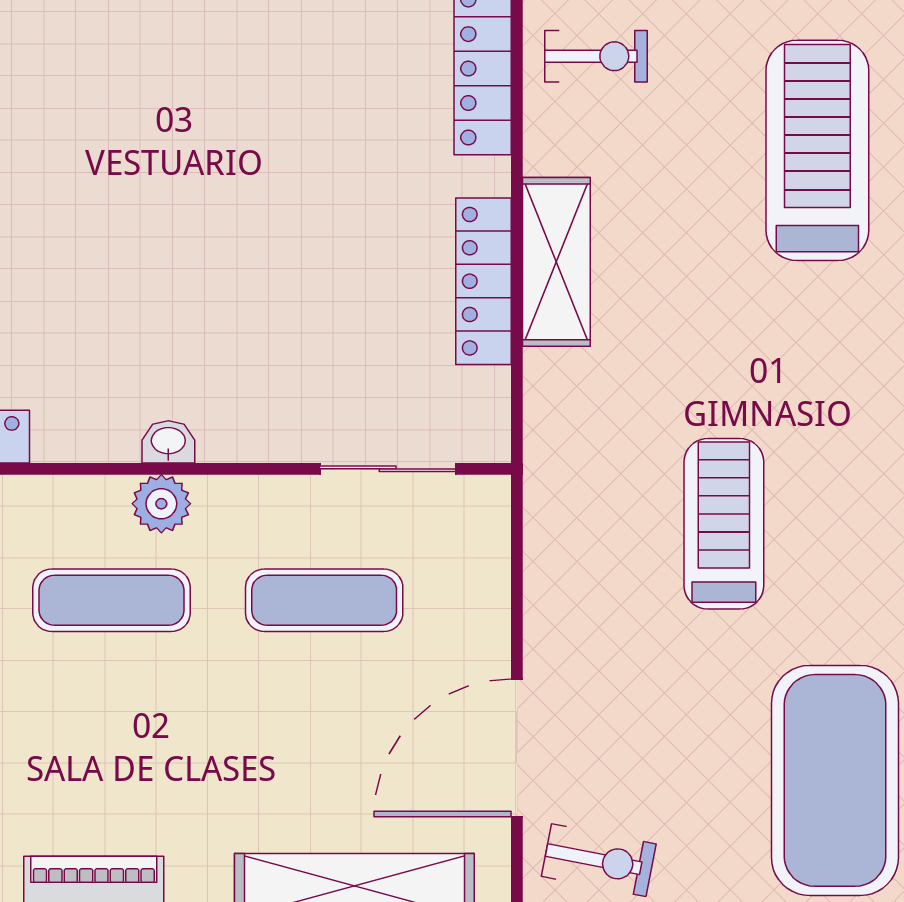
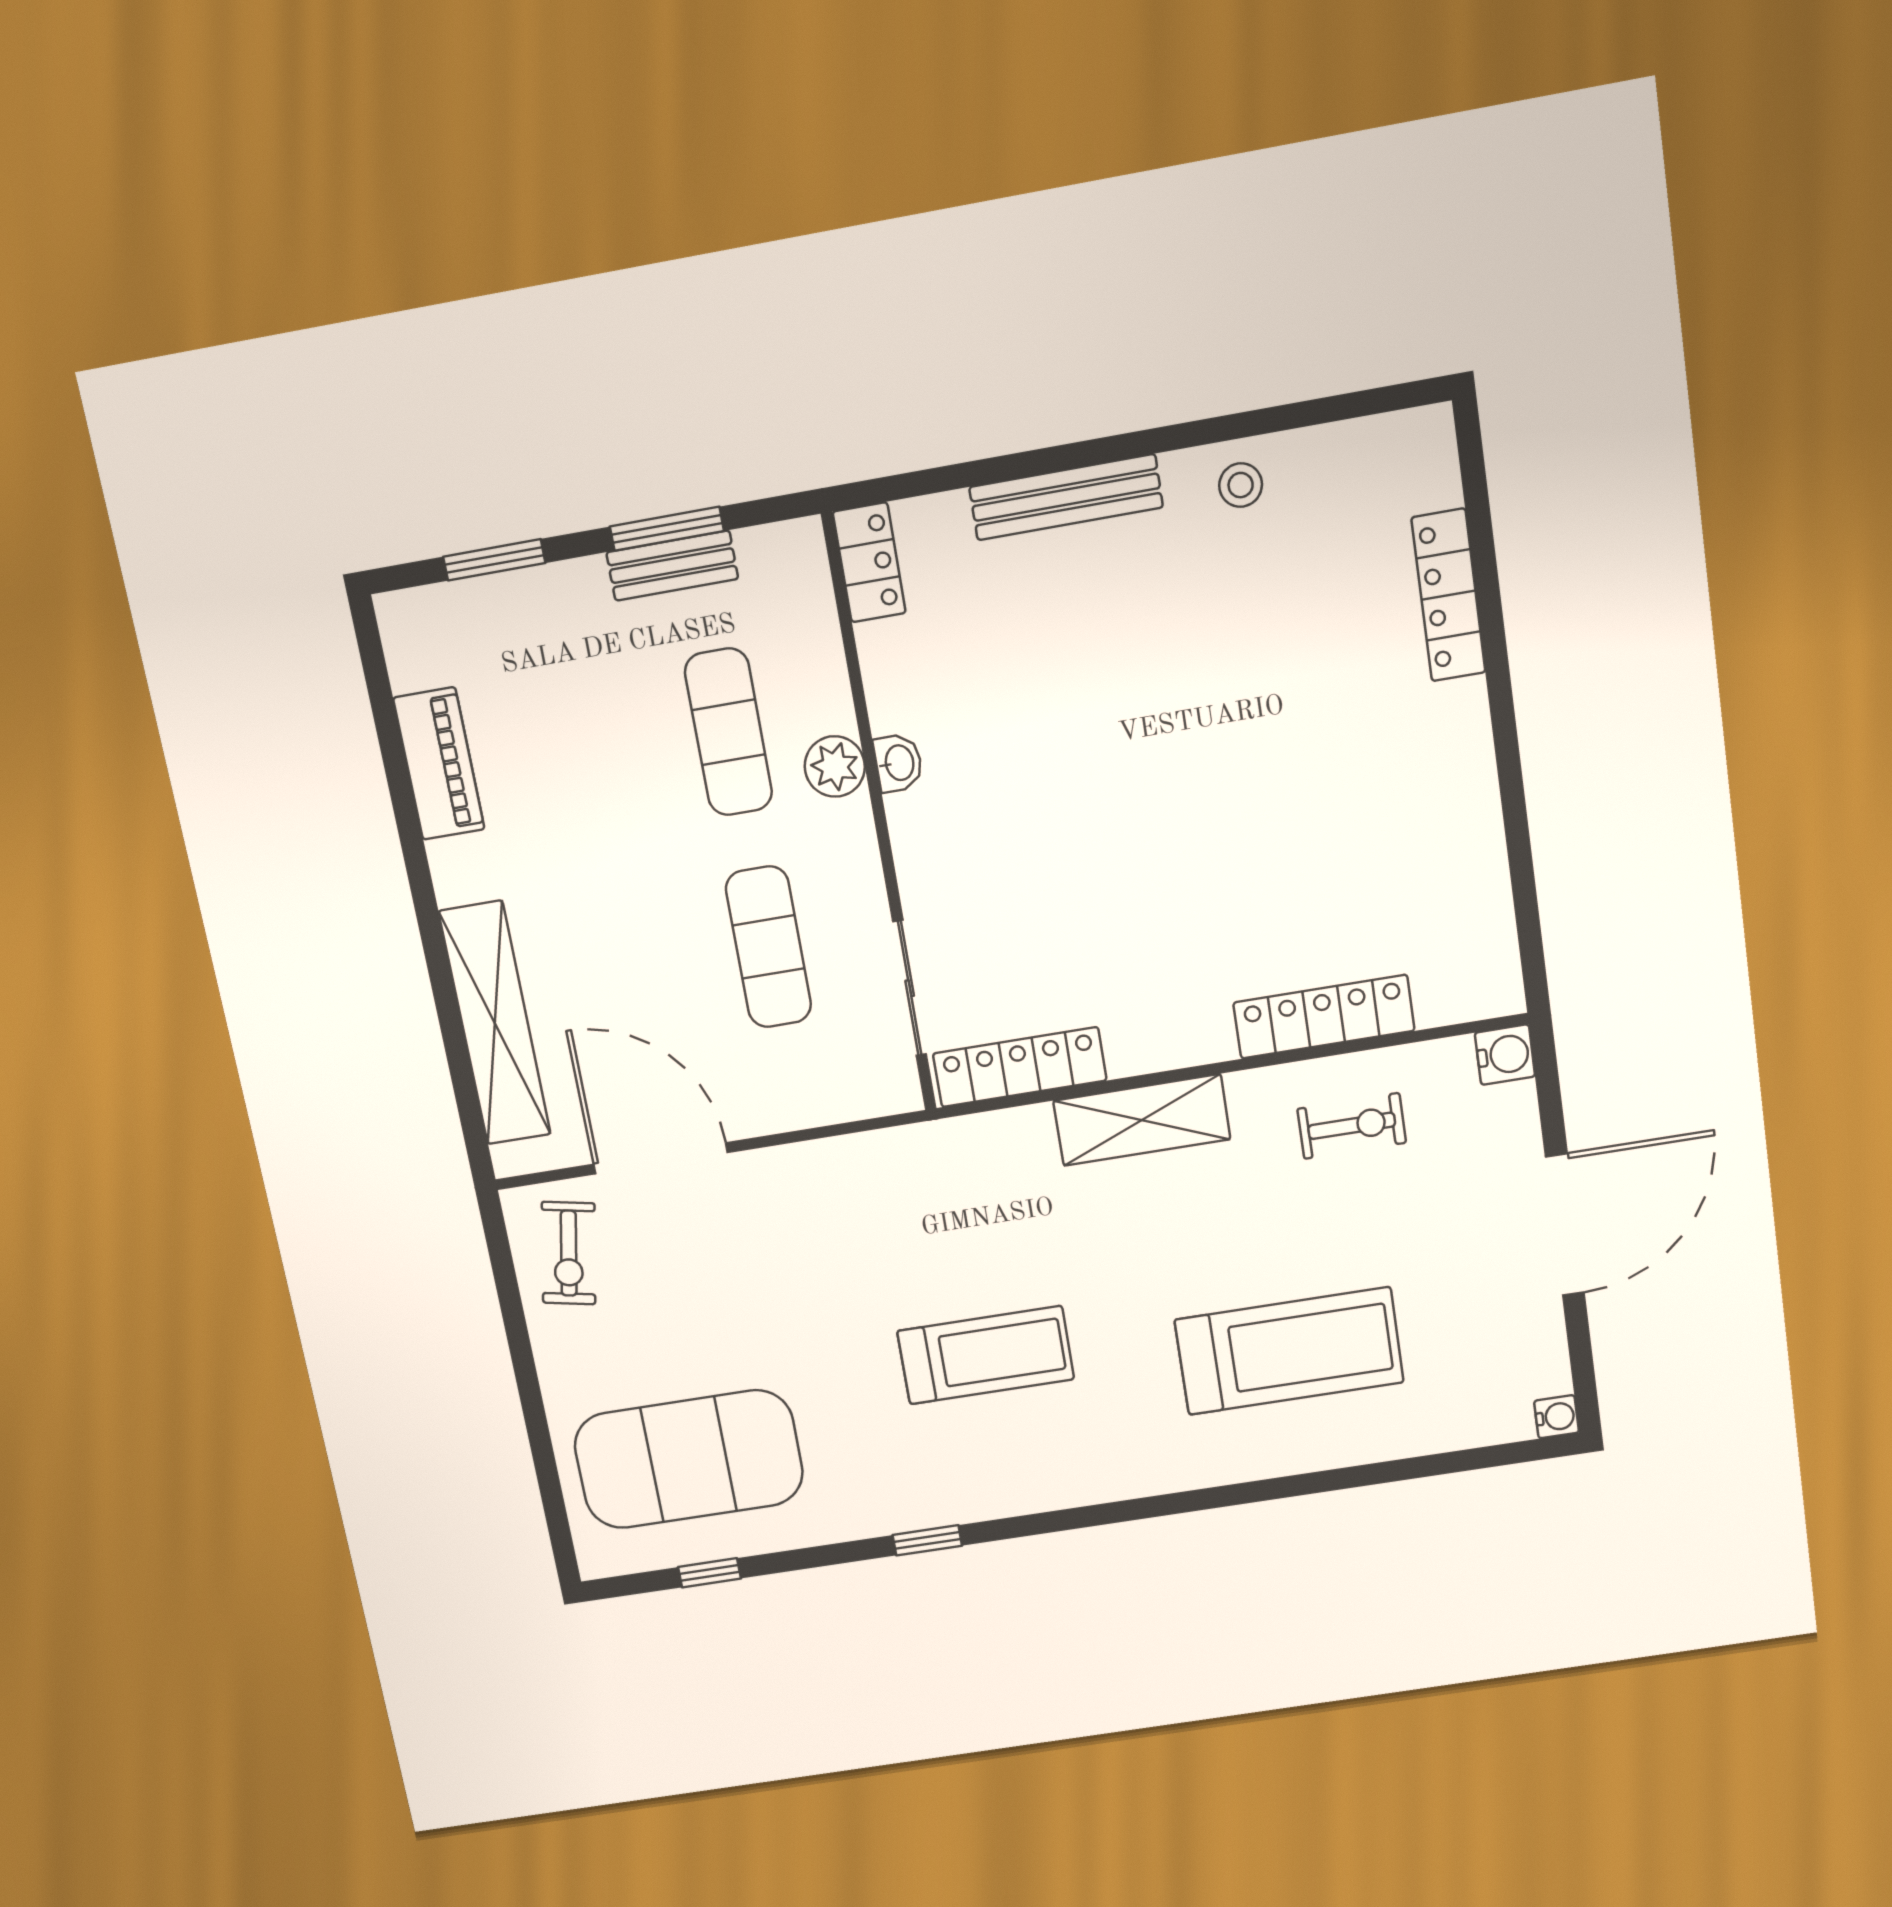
exercise bike: (596, 56) -> (1352, 1126), turned -90
locker: (484, 281) -> (1020, 1067), moved
treadmill: (724, 524) -> (986, 1355), moved

